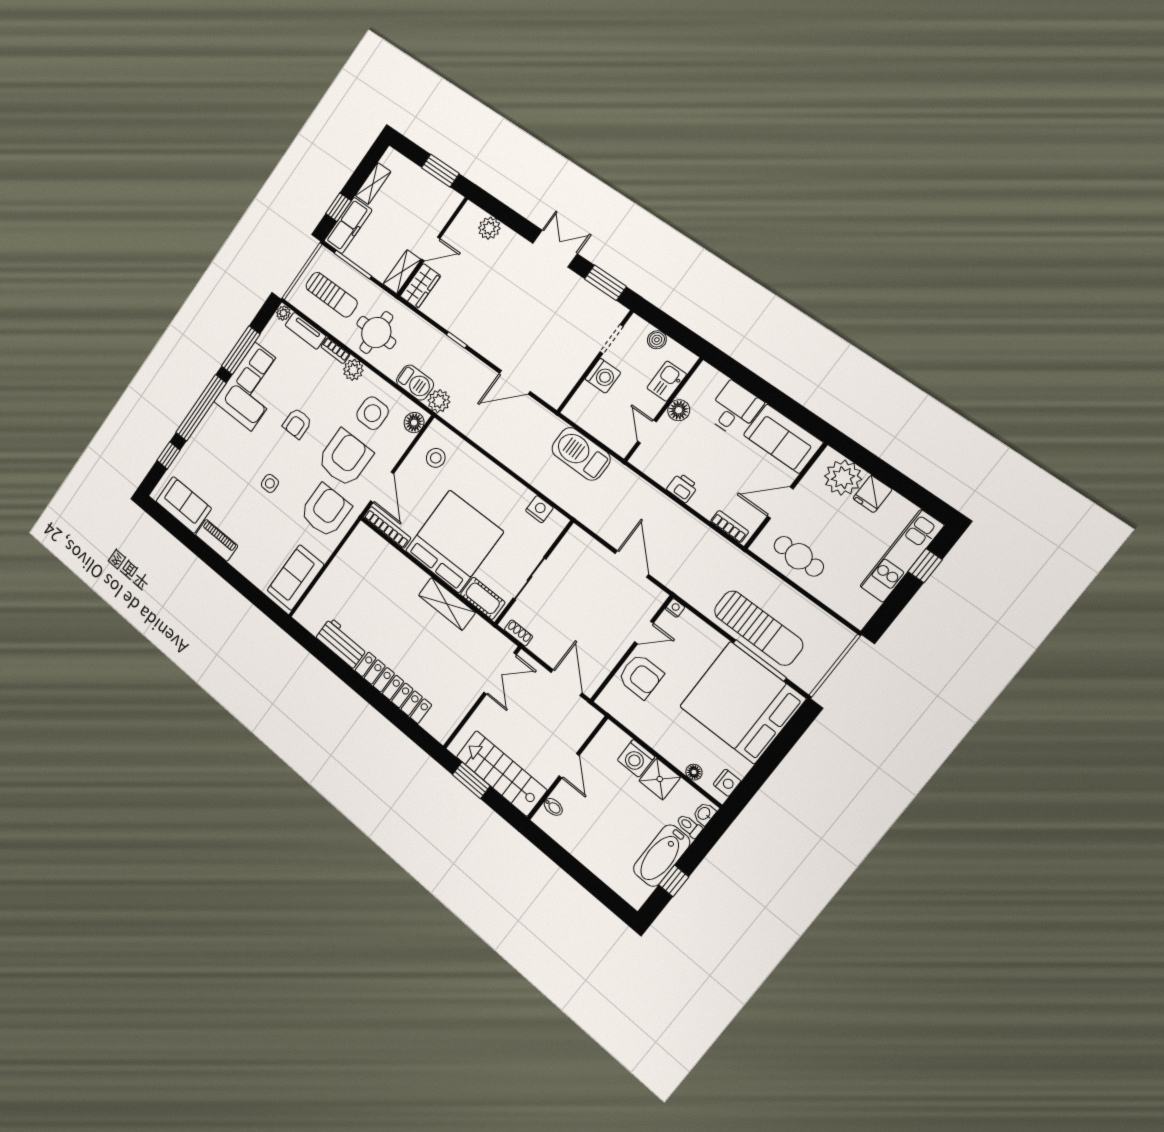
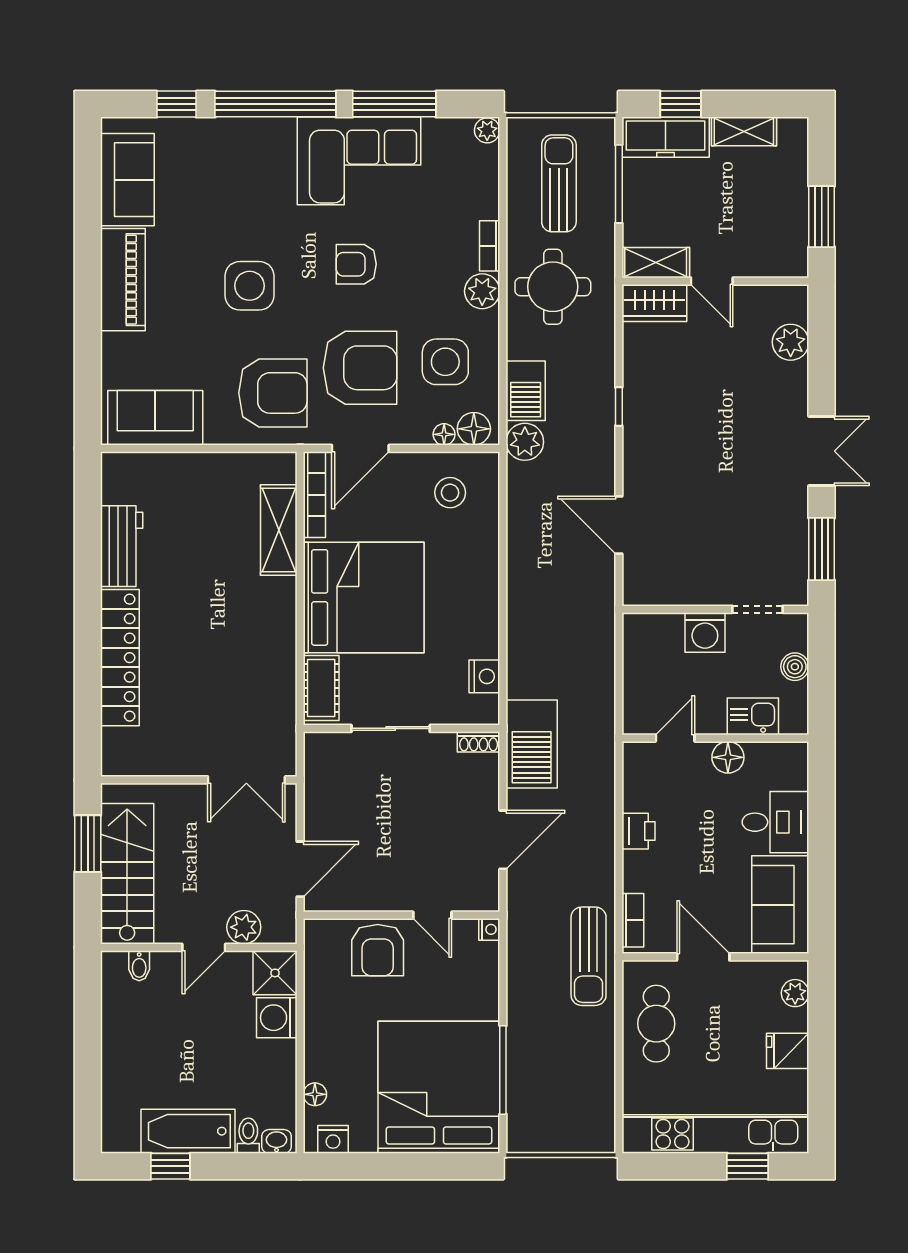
sun lounger: (332, 295) -> (559, 183), turned 180
tv unit: (305, 331) -> (486, 182), removed
floor lamp: (406, 440) -> (444, 434), added
barbecue: (581, 454) -> (532, 744), moved, turned 180
plant: (843, 478) -> (795, 993), width x0.53, depth x0.53
side table: (270, 483) -> (250, 286), width x1.87, depth x1.87
piano: (217, 540) -> (123, 280), width x1.37, depth x1.33
kitchen unit: (902, 556) -> (715, 1134), width x1.36
shelving: (447, 604) -> (279, 530), moved
sun lounger: (758, 628) -> (589, 956), moved, width x0.73, depth x0.75
shoe rack: (518, 633) -> (479, 742), moved, turned 90
plant: (575, 736) -> (244, 927), added
shower: (660, 779) -> (275, 973), moved

